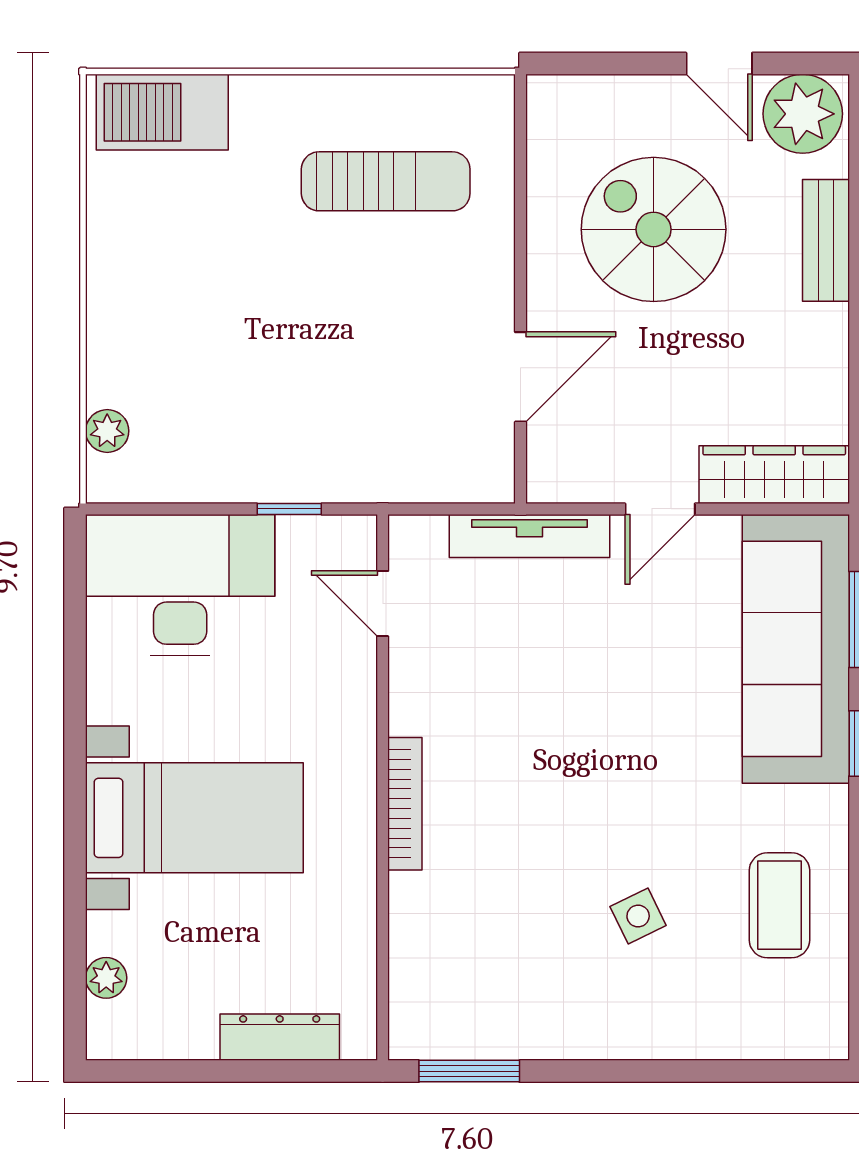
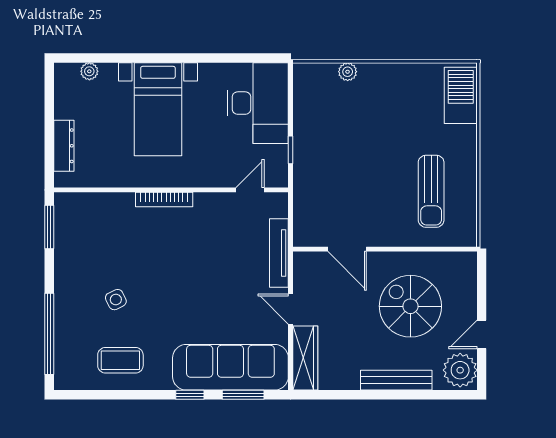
spiral stairs: (654, 229) -> (410, 306), turned -90
bench: (826, 240) -> (396, 380), width x1.36
plant: (107, 431) -> (348, 72), moved
window: (718, 1071) -> (49, 334), added

